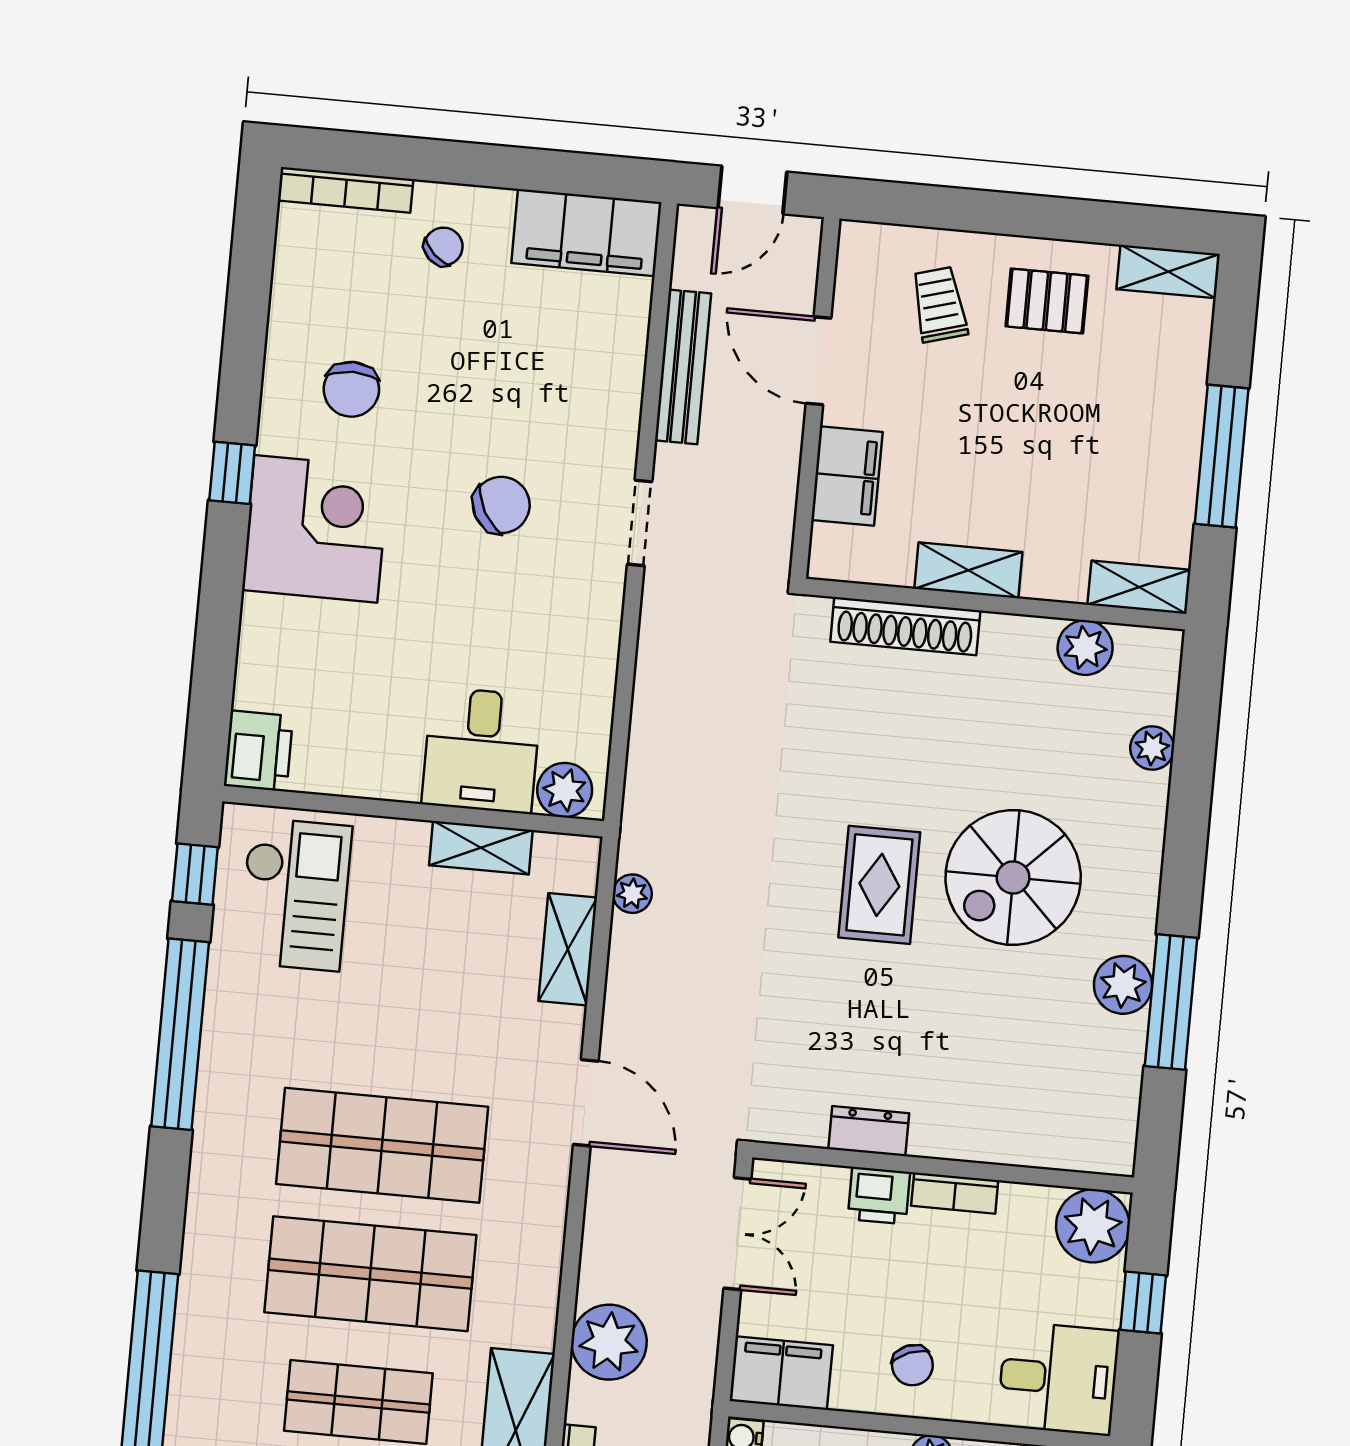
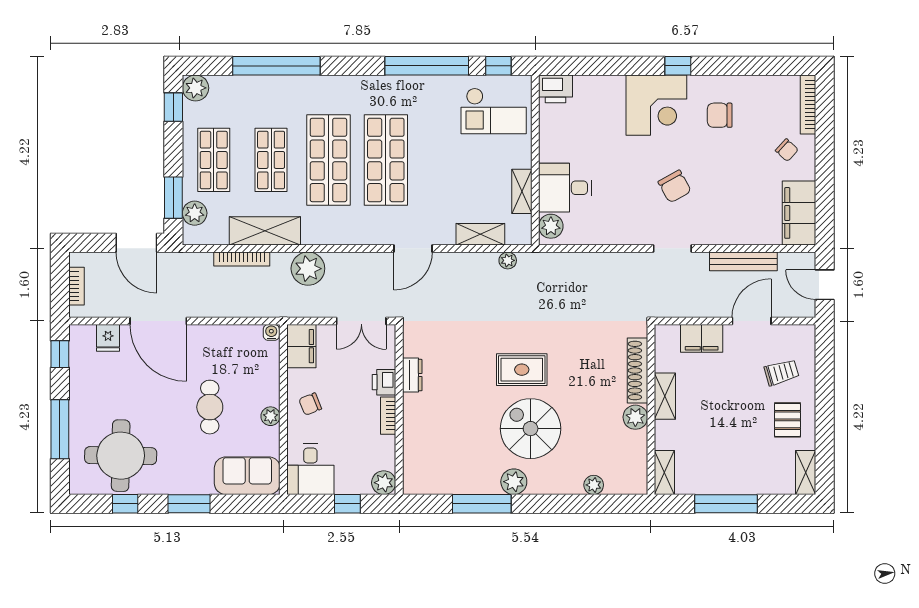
plant: (1085, 648) -> (635, 417), moved
plant: (1123, 985) -> (514, 482), moved
plant: (1093, 1226) -> (384, 483), width x0.73, depth x0.73

